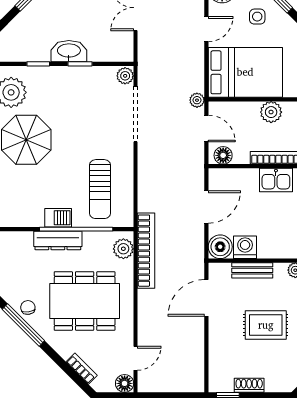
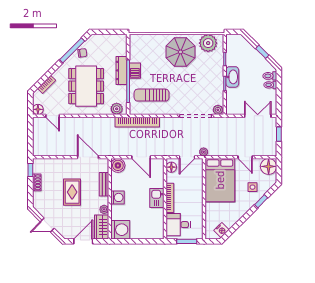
plant: (271, 112) -> (197, 195), removed
washing machine: (245, 247) -> (118, 197), moved
bookcase: (146, 251) -> (137, 122), moved

